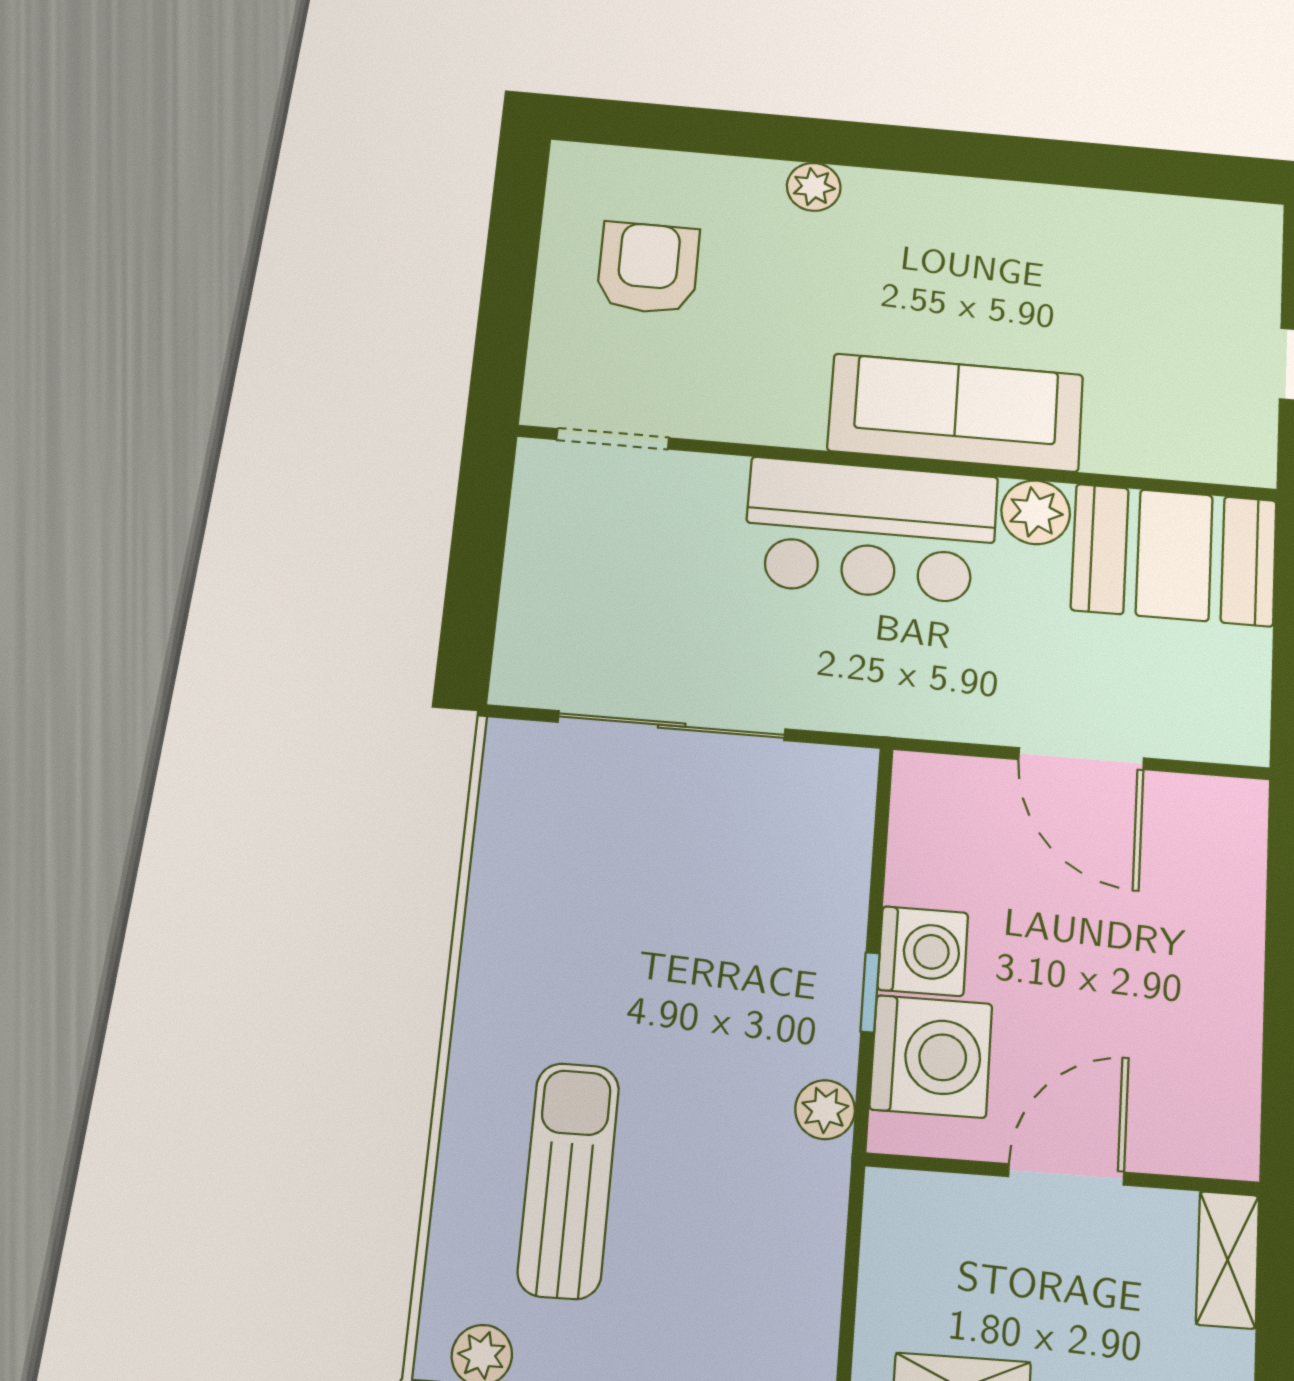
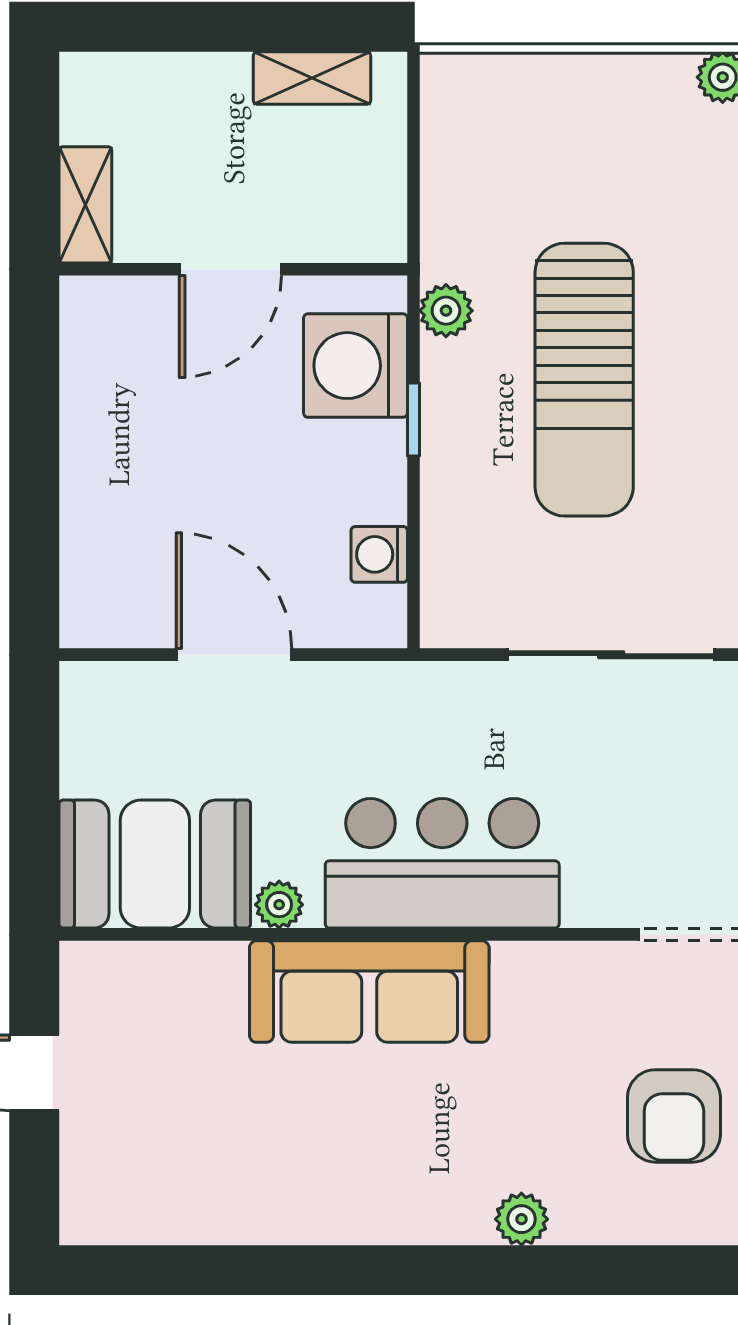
plant: (1036, 512) -> (279, 905), width x0.73, depth x0.73
washing machine: (923, 951) -> (379, 554), moved, width x0.73, depth x0.73
sun lounger: (569, 1180) -> (584, 380), moved, width x1.36, depth x1.34

